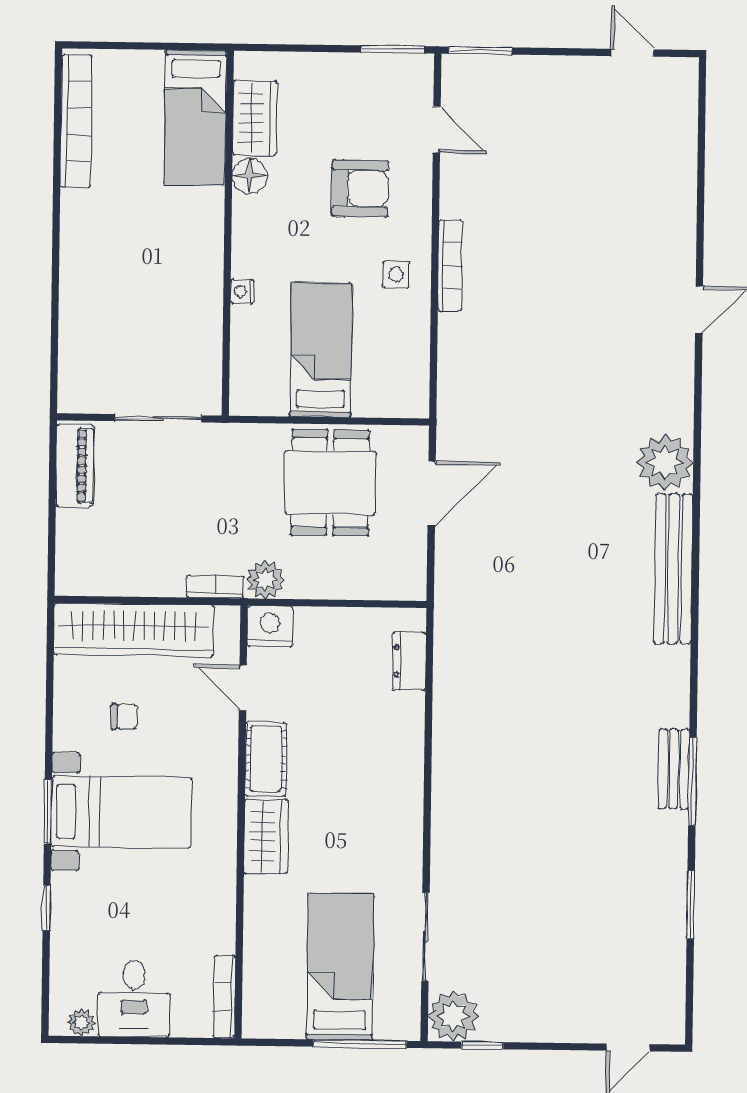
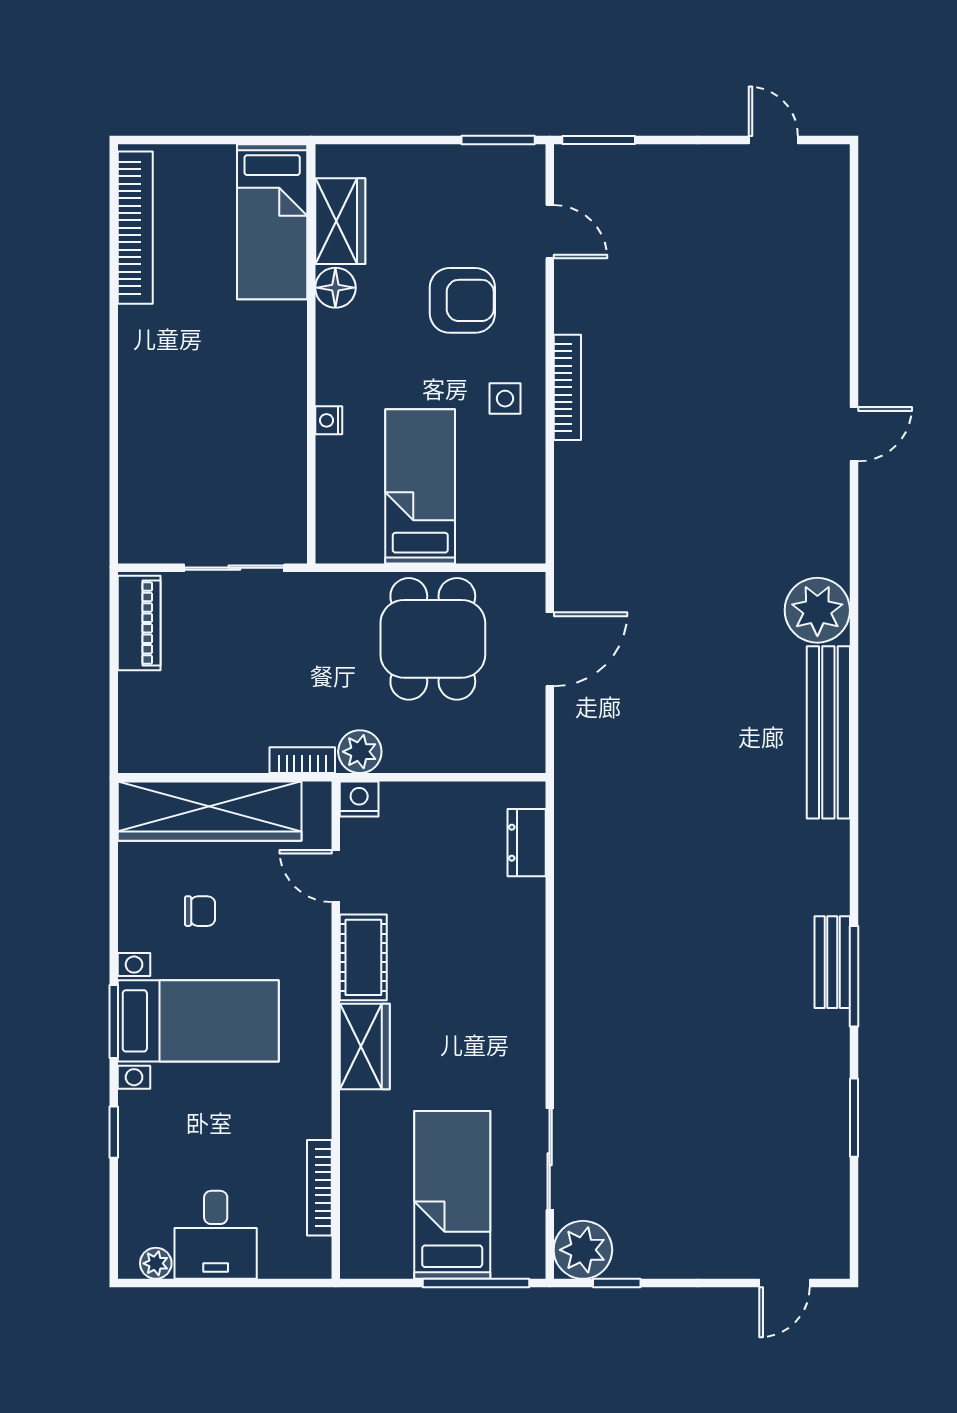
nightstand: (270, 626) -> (359, 799), width x0.74, depth x0.75
bookcase: (224, 997) -> (319, 1188), moved

